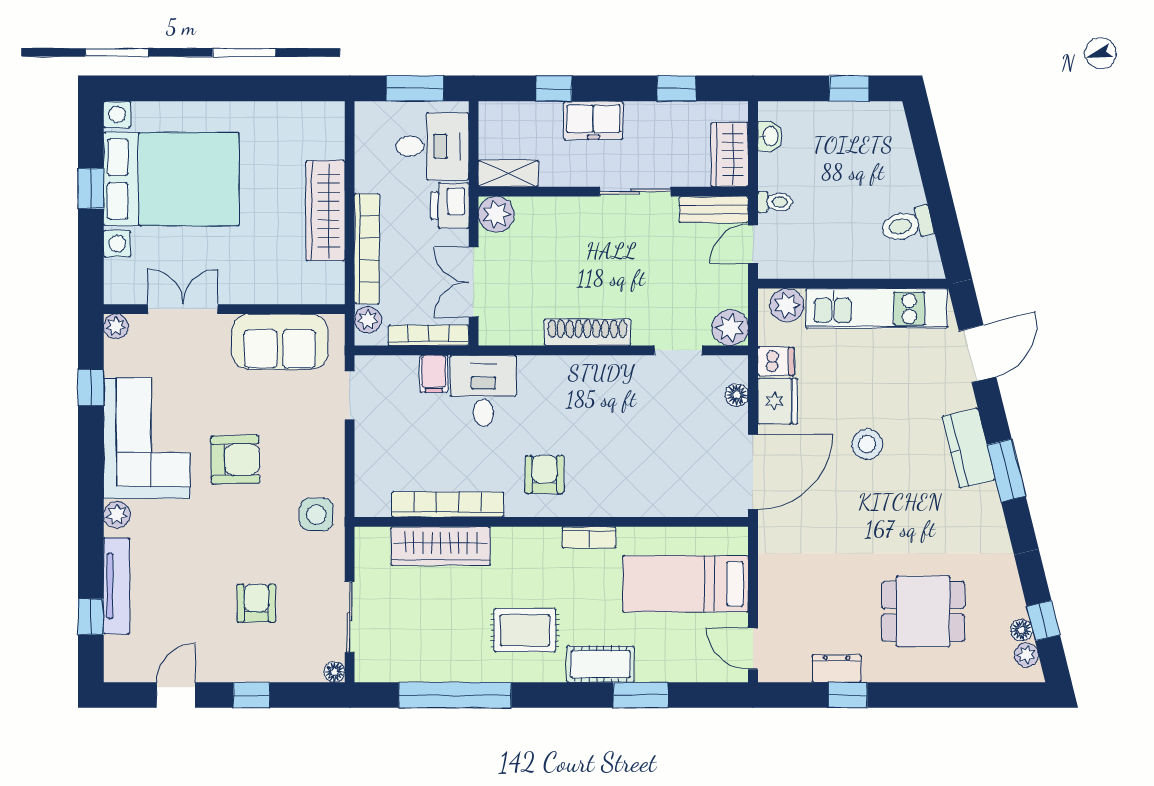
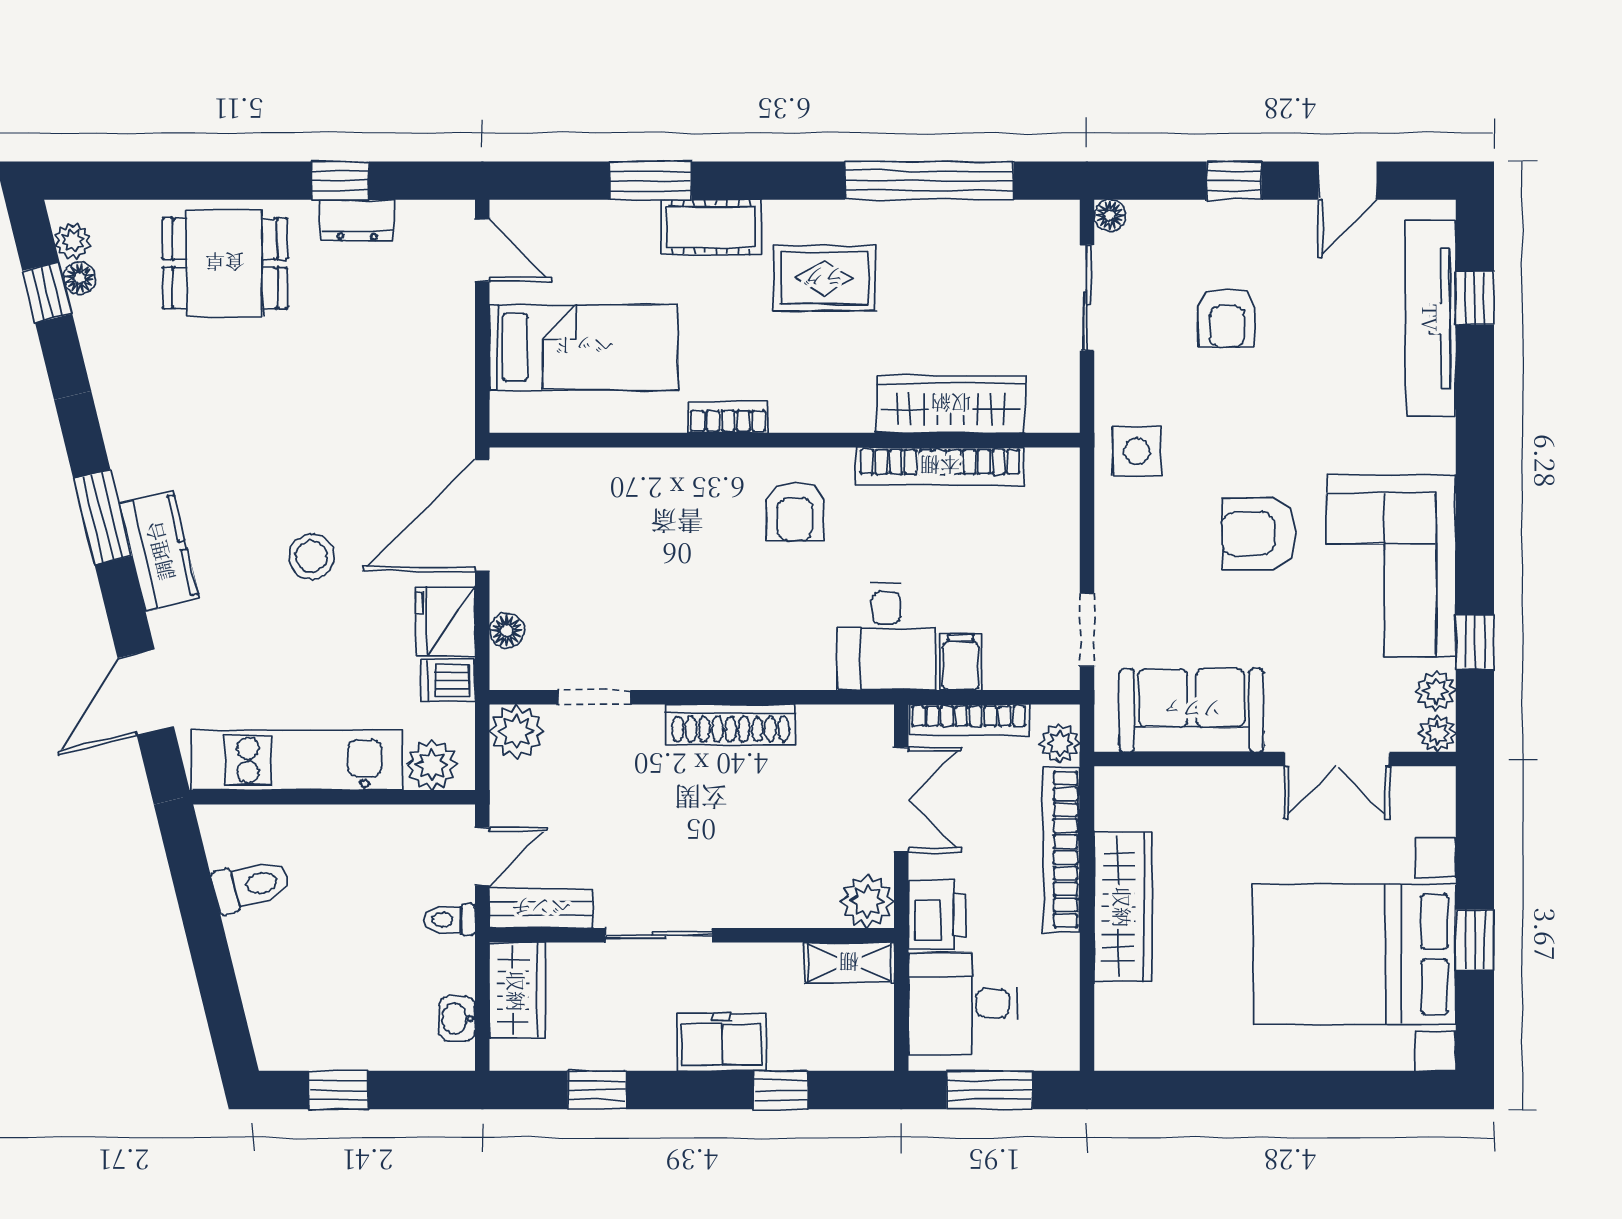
plant: (117, 515) -> (1436, 691), moved
tv unit: (117, 586) -> (1431, 318), width x1.36, depth x1.29
dining table: (923, 611) -> (225, 263), moved

